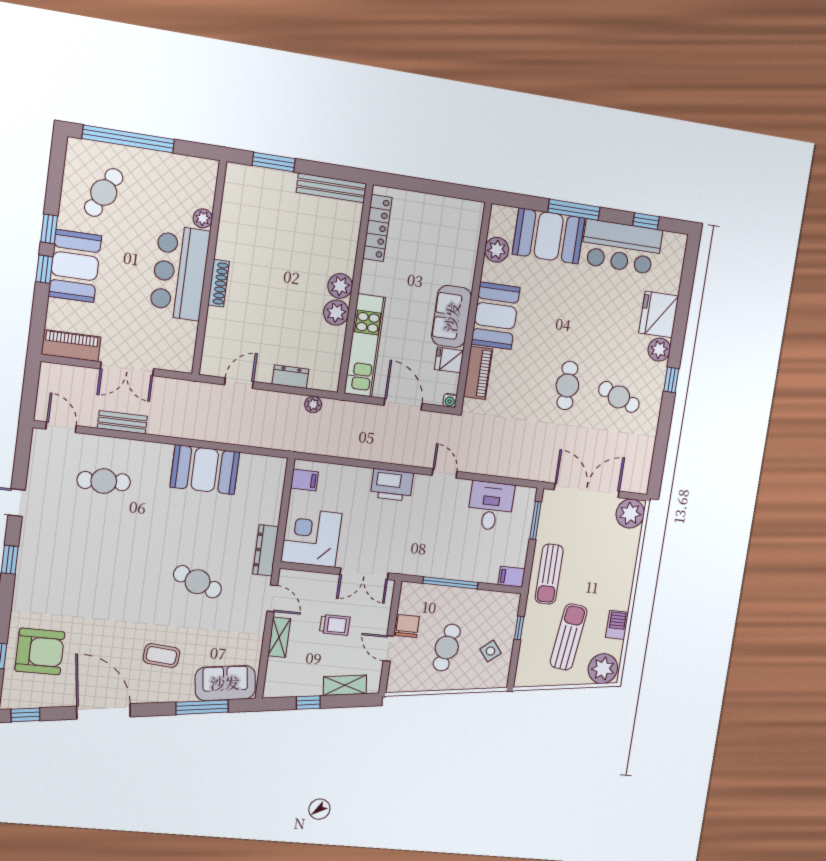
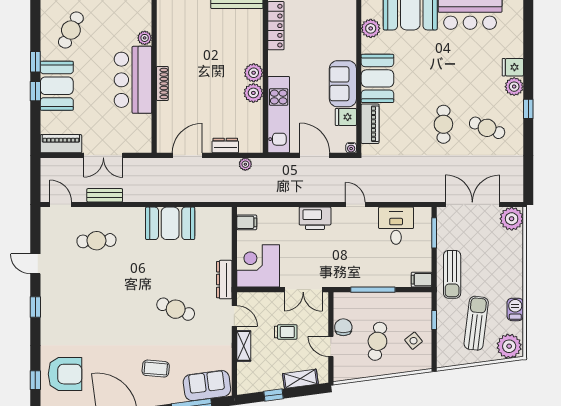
fridge: (659, 315) -> (513, 67), width x0.53, depth x0.75
door: (239, 383) -> (187, 155), width x1.37

